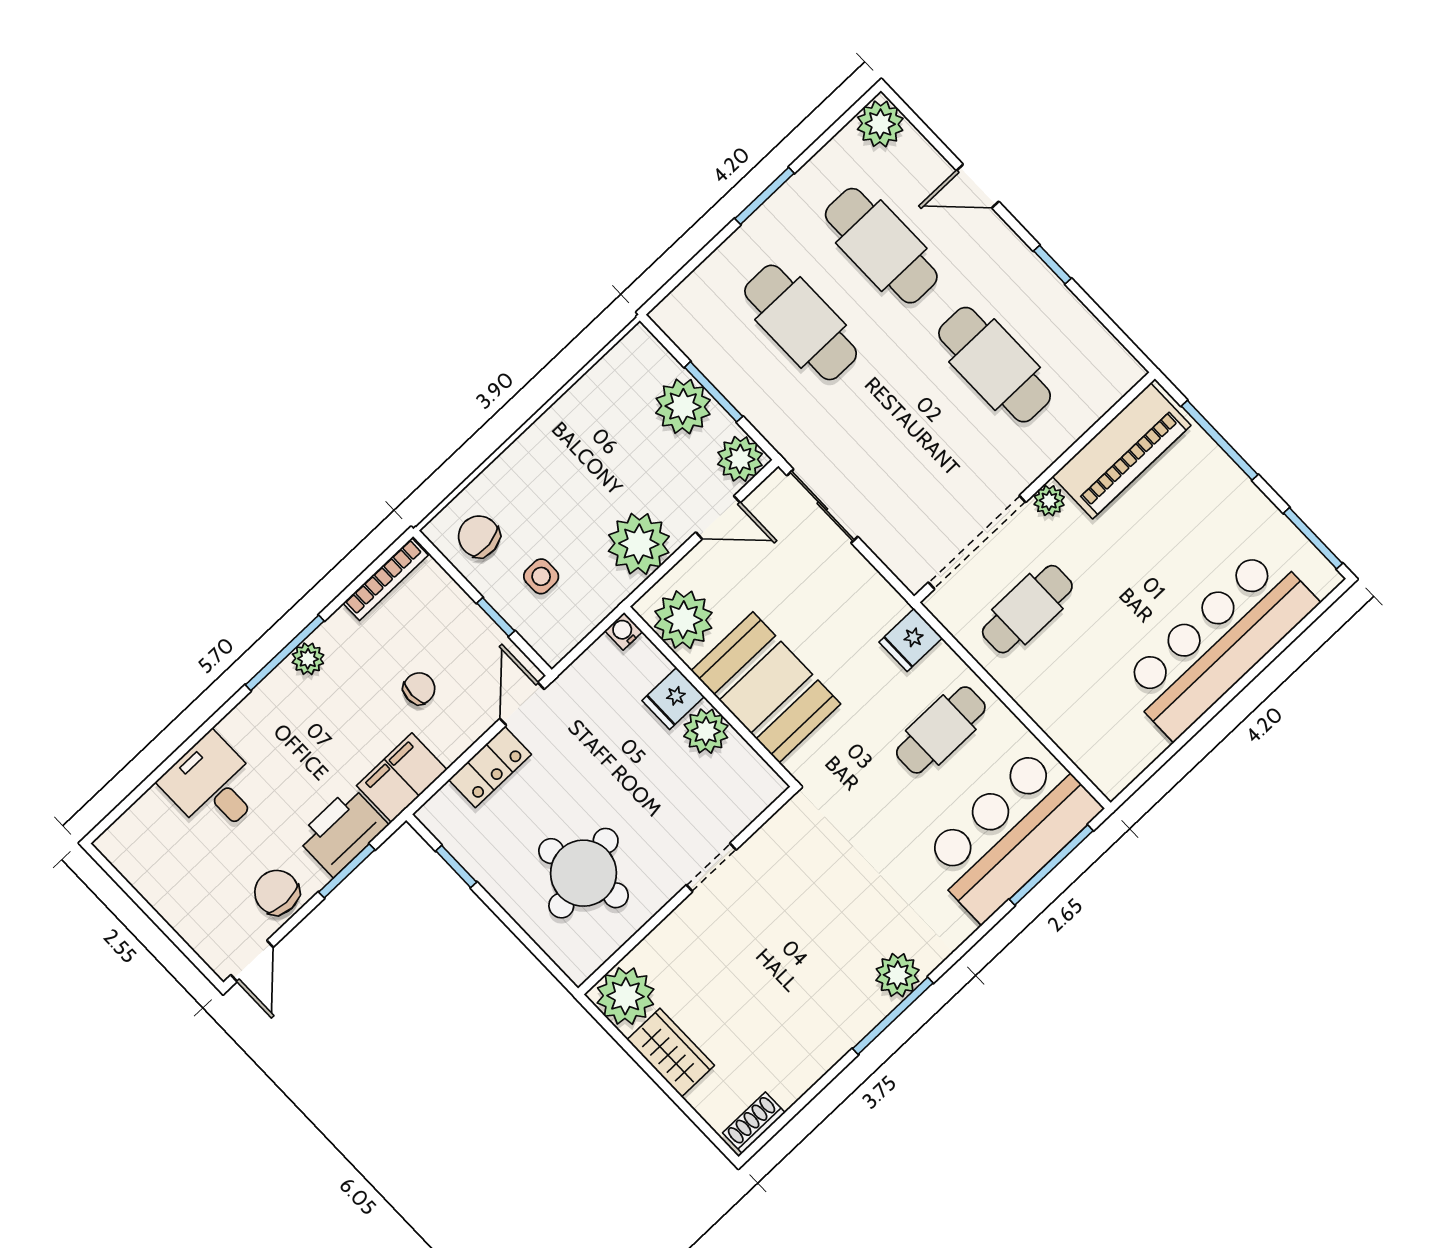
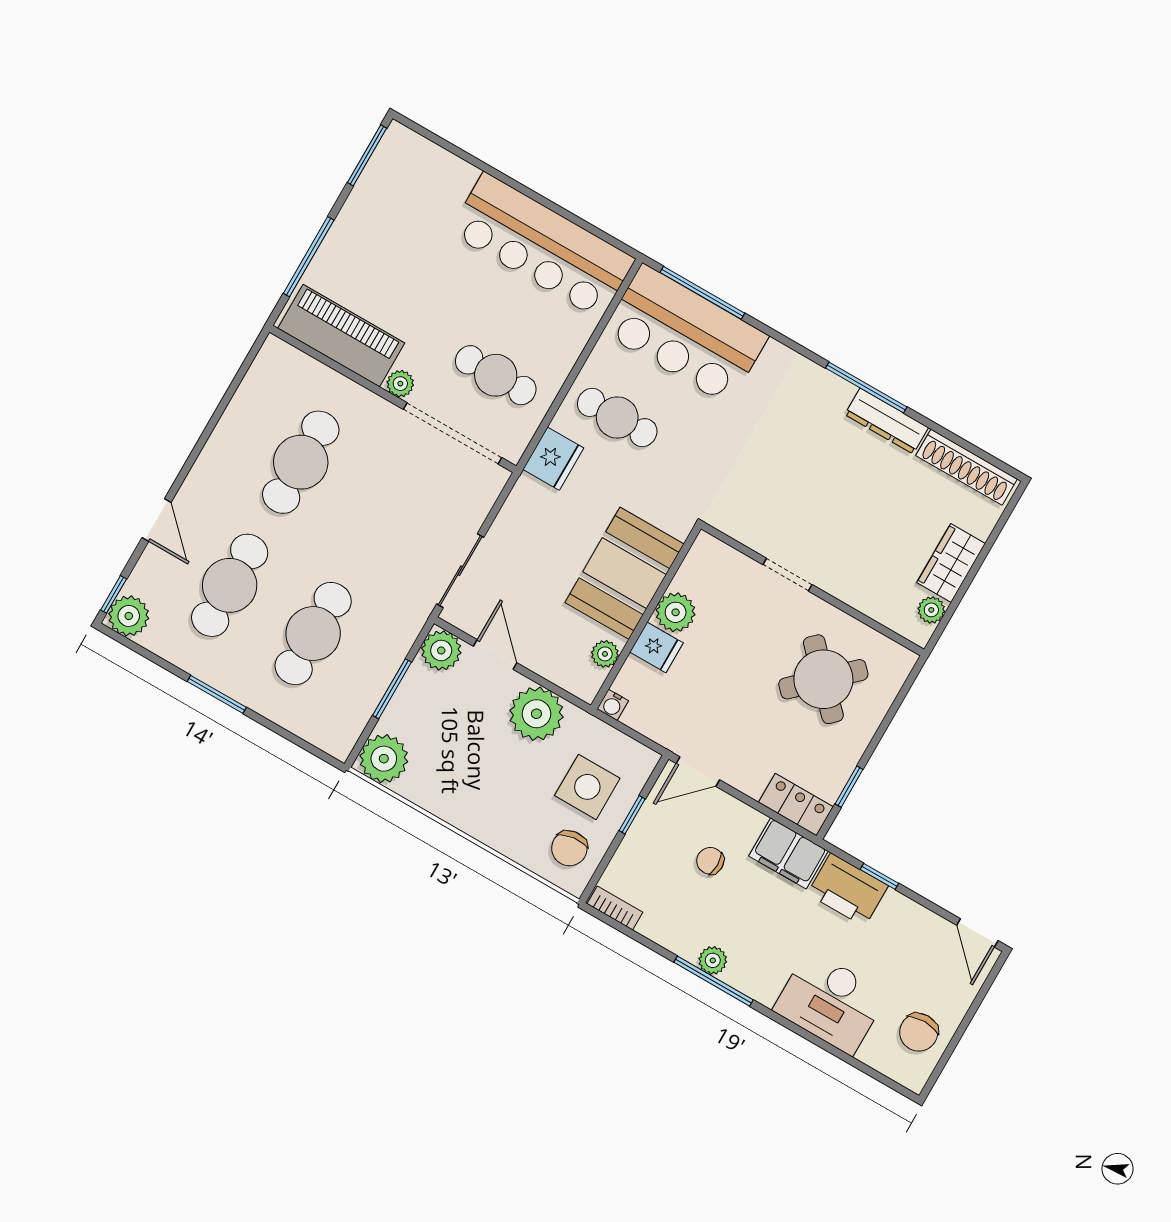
window: (1052, 265) -> (114, 594), moved
plant: (683, 406) -> (384, 759), moved
side table: (541, 576) -> (587, 787), width x1.87, depth x1.87
bookcase: (386, 579) -> (615, 908), width x0.64
plant: (683, 620) -> (605, 654), width x0.53, depth x0.53
fridge: (911, 640) -> (553, 459), width x1.38
bar counter: (1219, 643) -> (542, 246), moved
locker: (490, 767) -> (796, 805), moved
desk: (213, 786) -> (830, 1002), width x1.37
window: (347, 871) -> (879, 876), width x0.67
round table: (583, 873) -> (823, 679), turned -32
chair: (277, 892) -> (919, 1032), moved
door: (252, 961) -> (977, 933), swing flipped
plant: (898, 975) -> (831, 394), removed
plant: (626, 996) -> (931, 610), width x0.53, depth x0.53
dresser: (849, 1027) -> (887, 421), added
shoe rack: (754, 1123) -> (967, 467), width x1.94, depth x1.24

